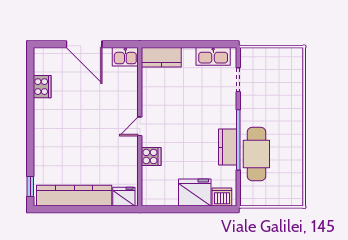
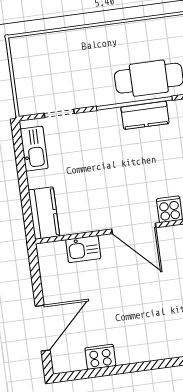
door: (84, 44) -> (43, 328), moved
kitchen sink: (125, 57) -> (83, 249), moved, turned 90
door: (140, 126) -> (134, 228), width x1.87

